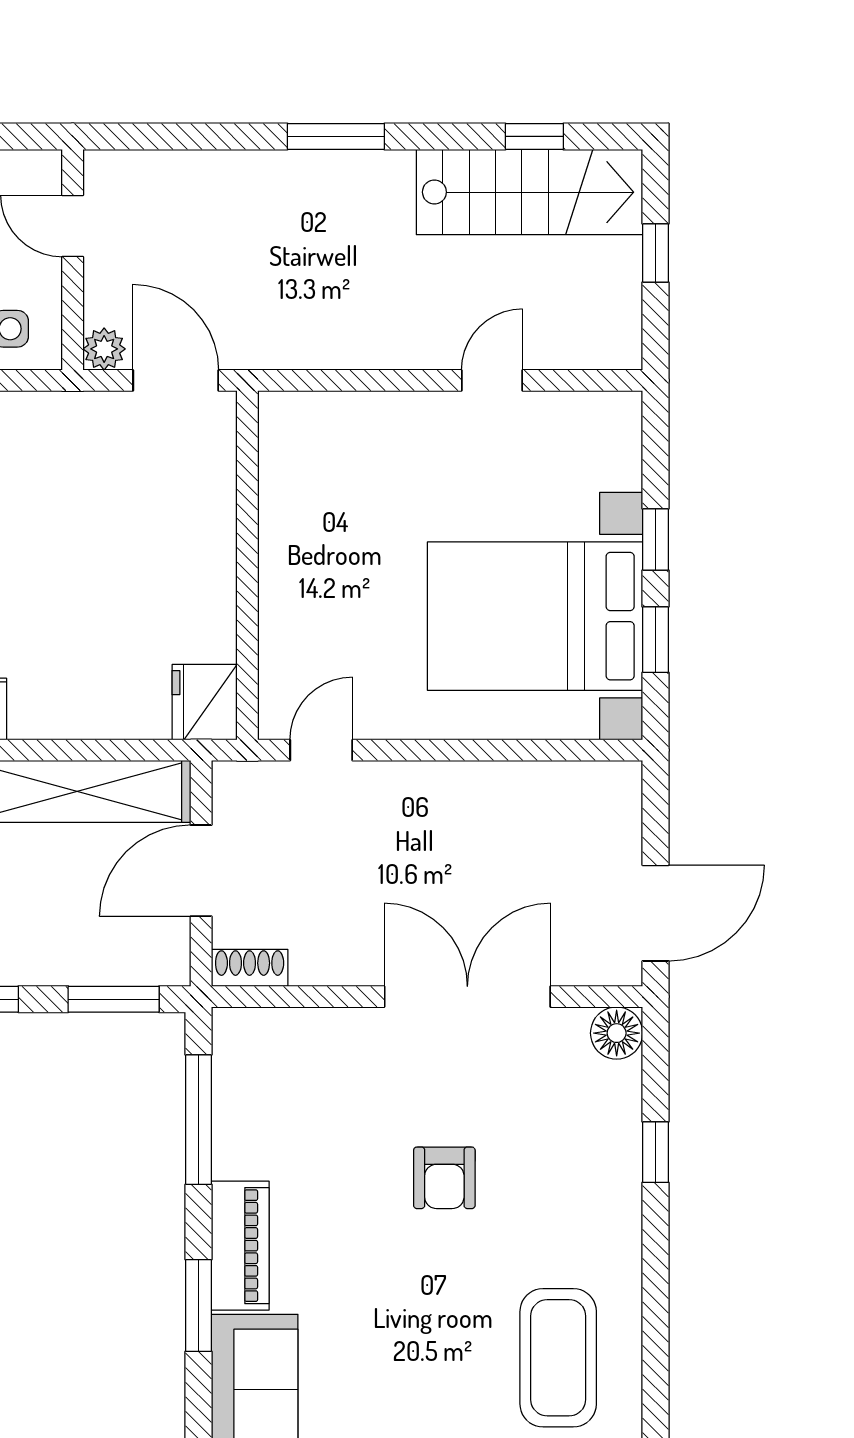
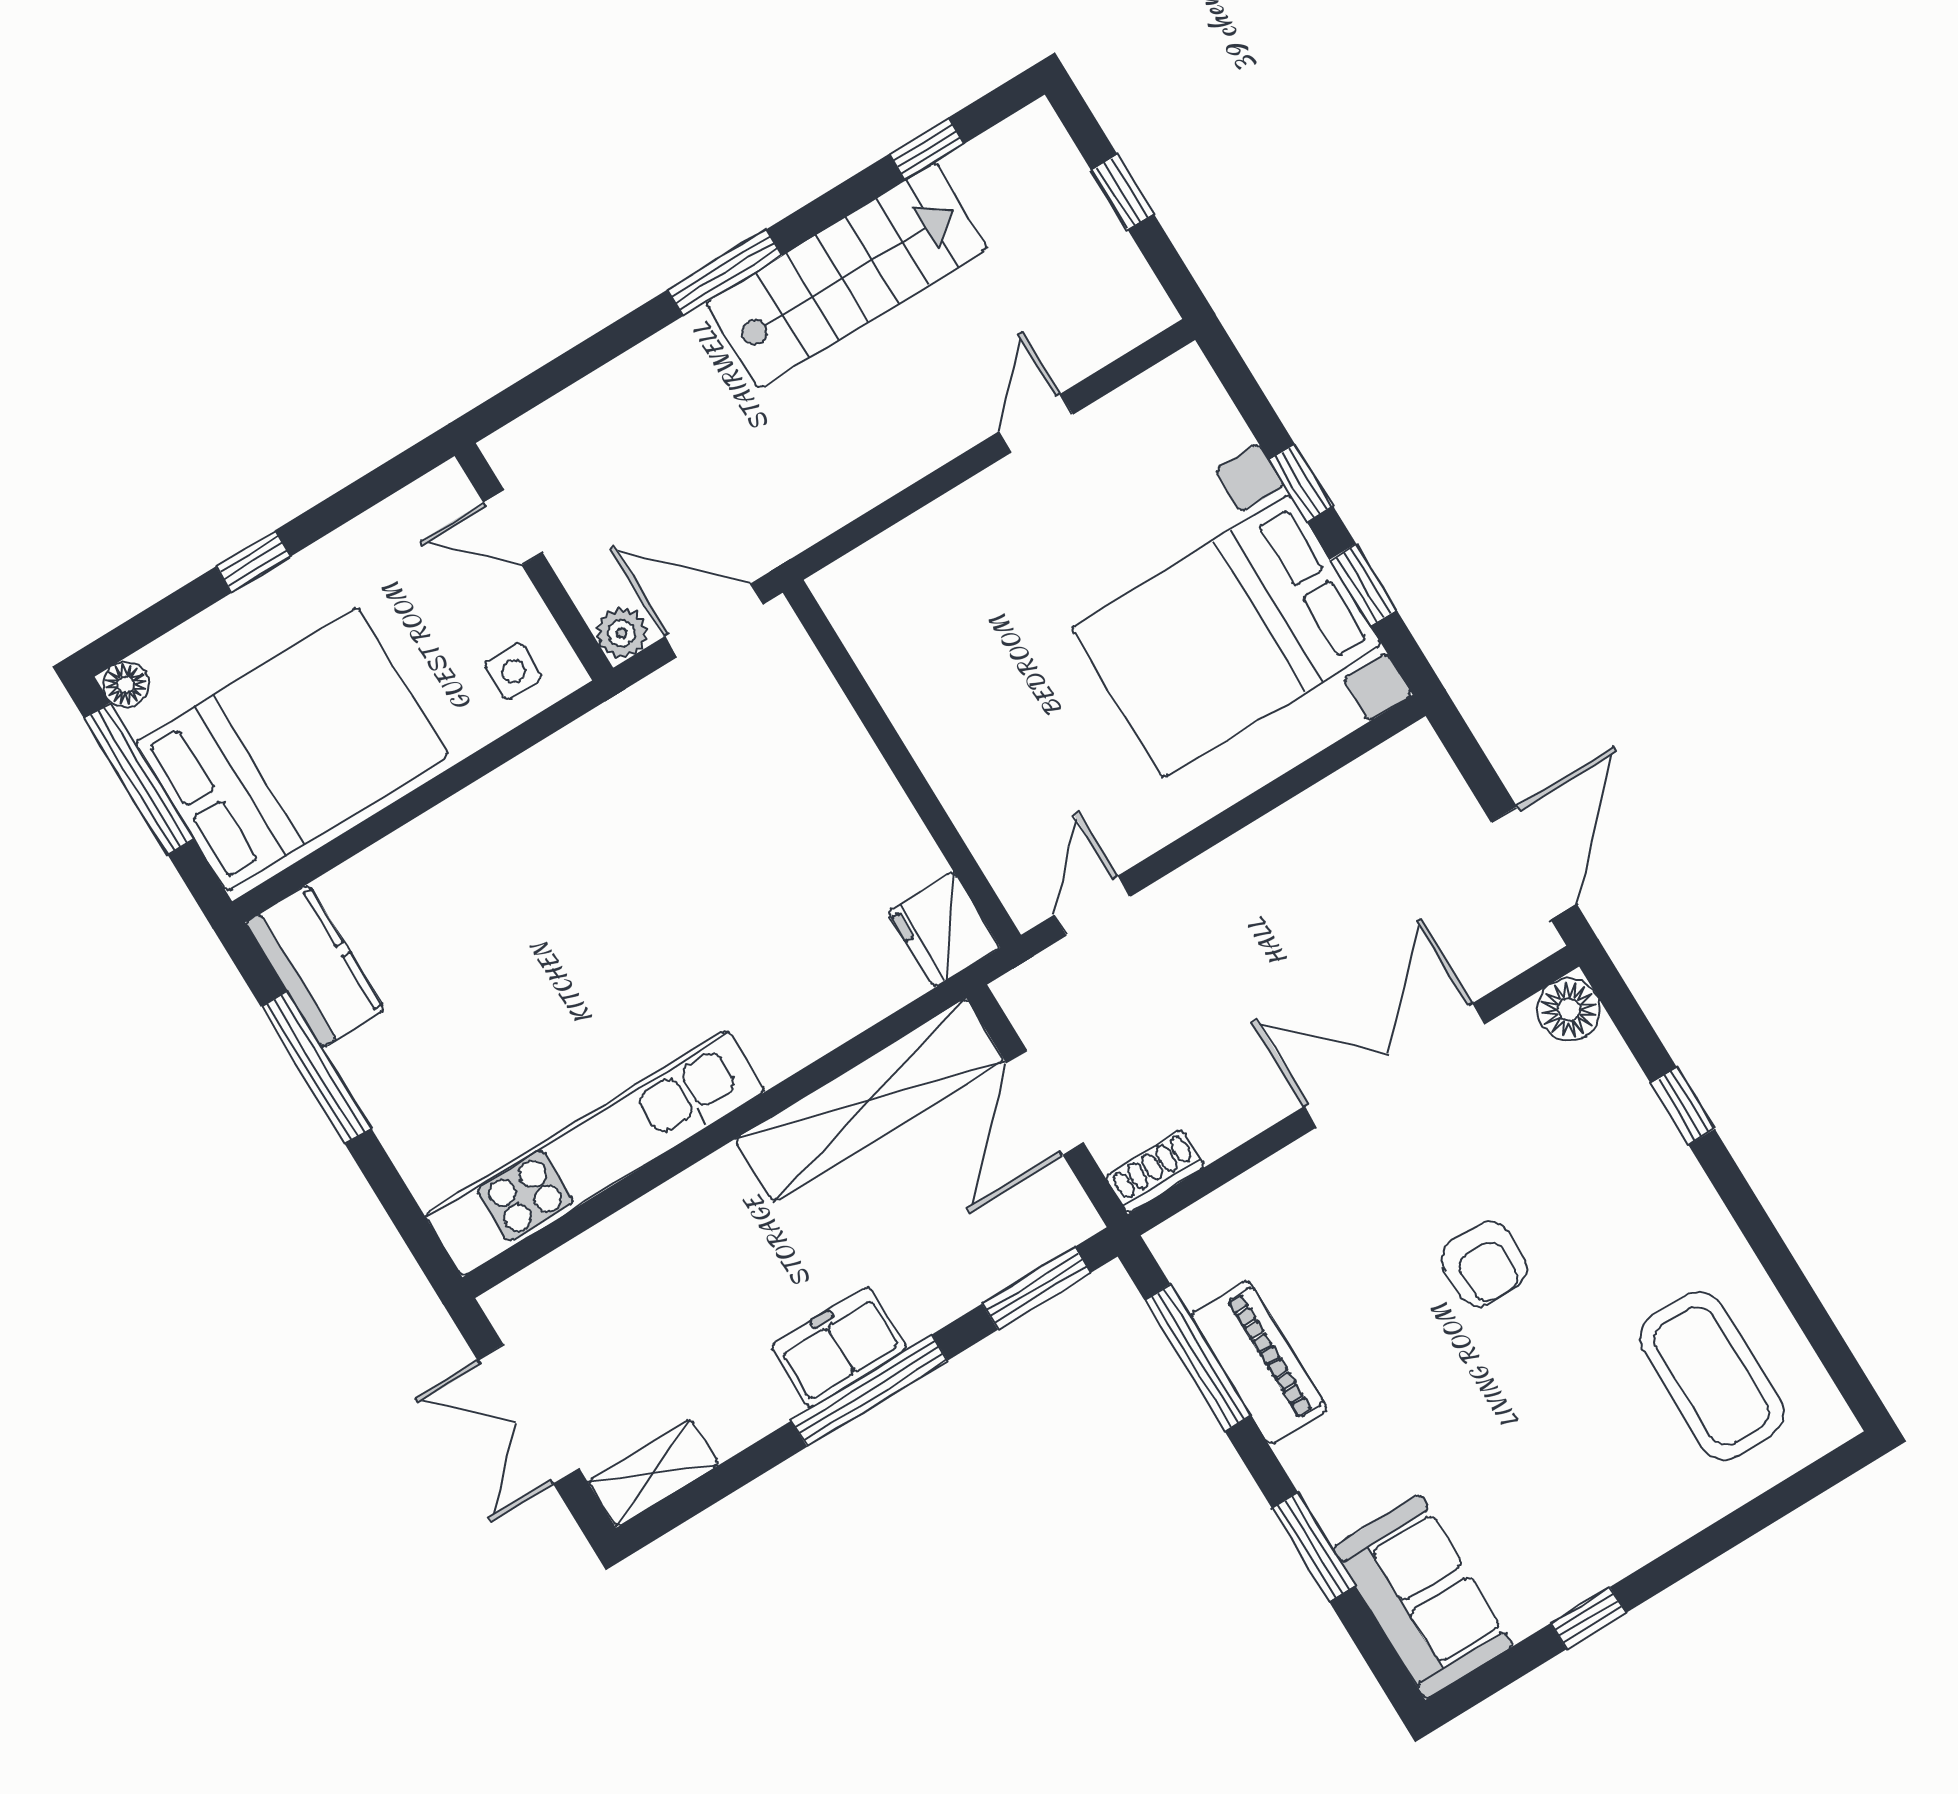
stairs: (529, 192) -> (847, 276), moved
piano: (240, 1246) -> (1259, 1362), moved

